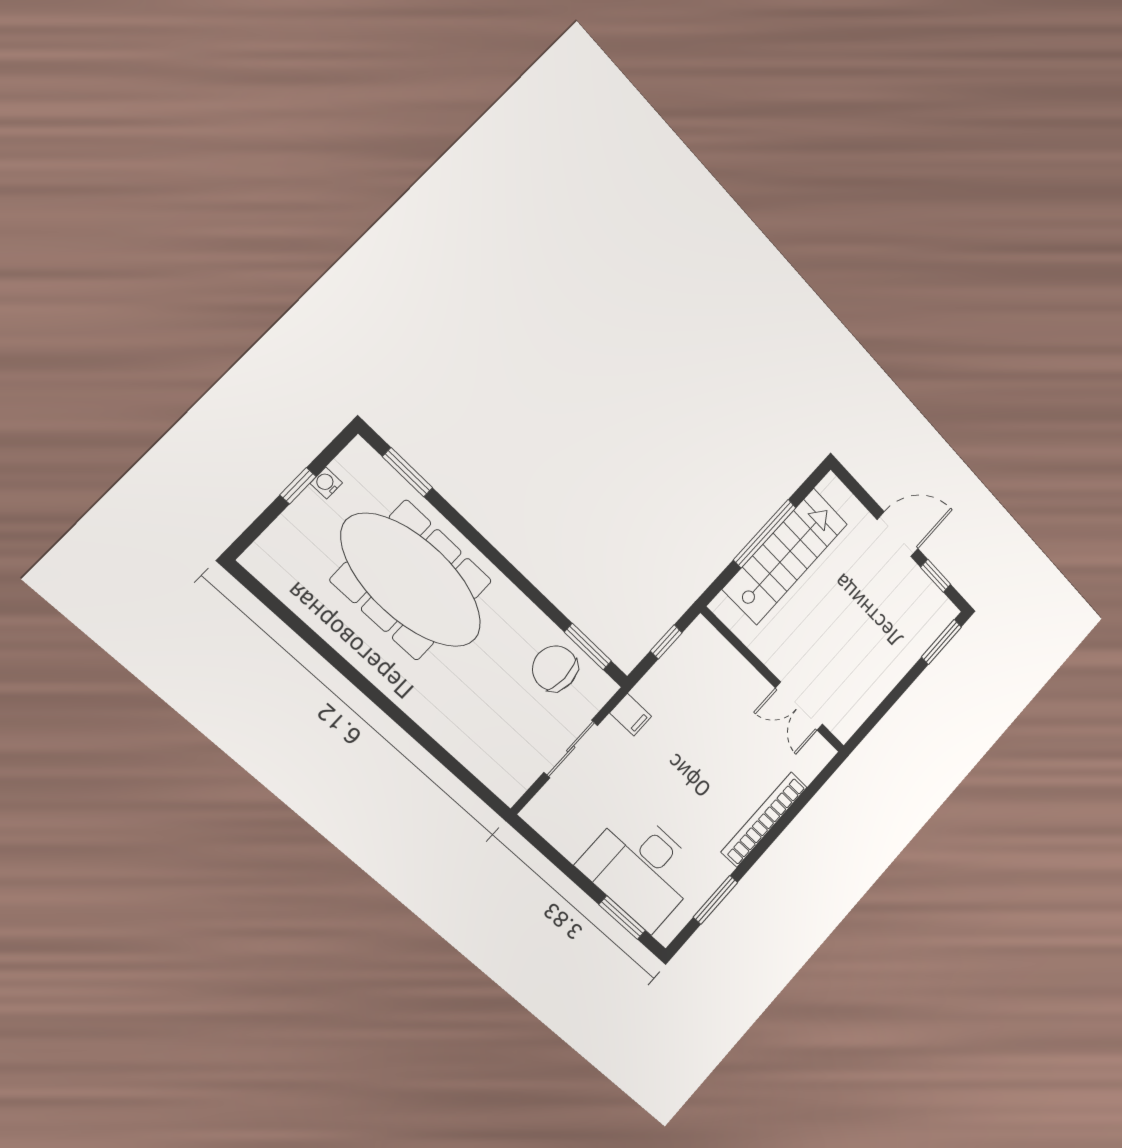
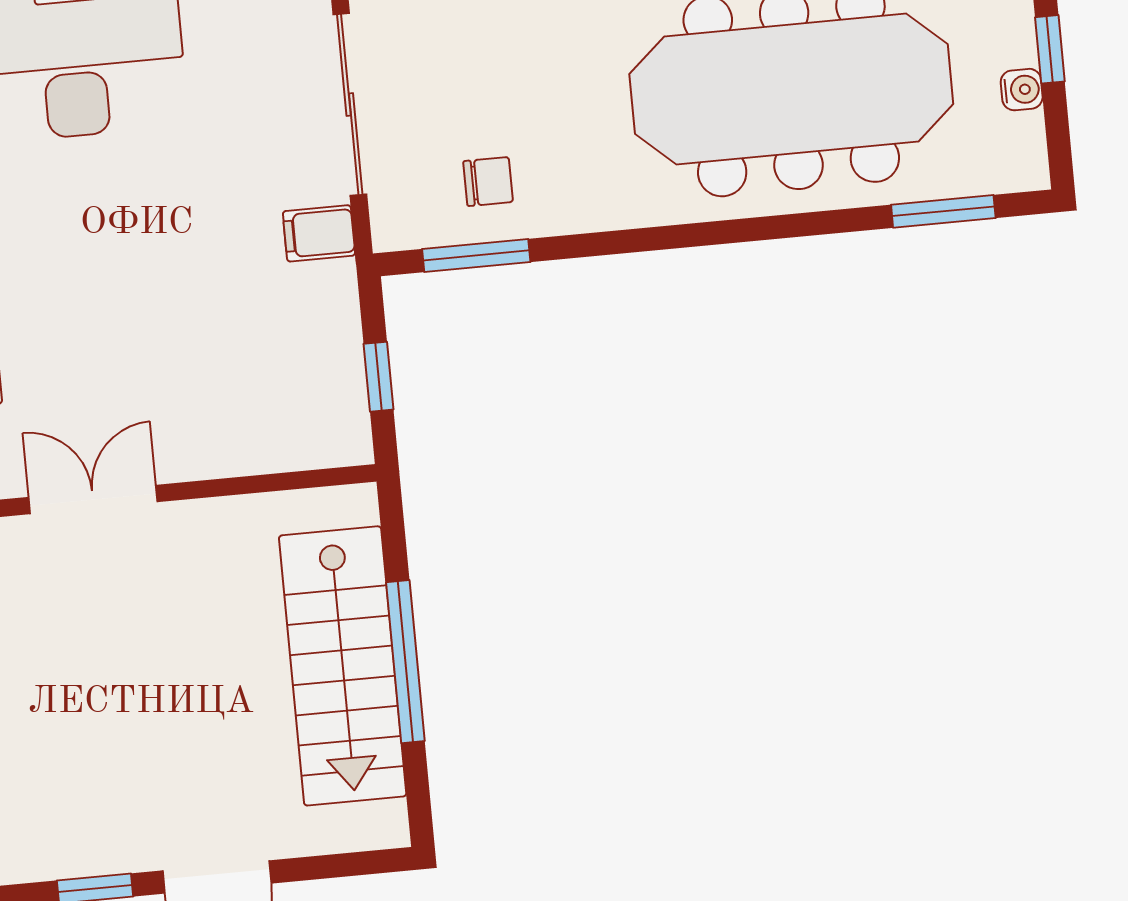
chair: (555, 668) -> (488, 182), width x0.54, depth x0.54
sliding door: (571, 749) -> (350, 105), width x1.37

